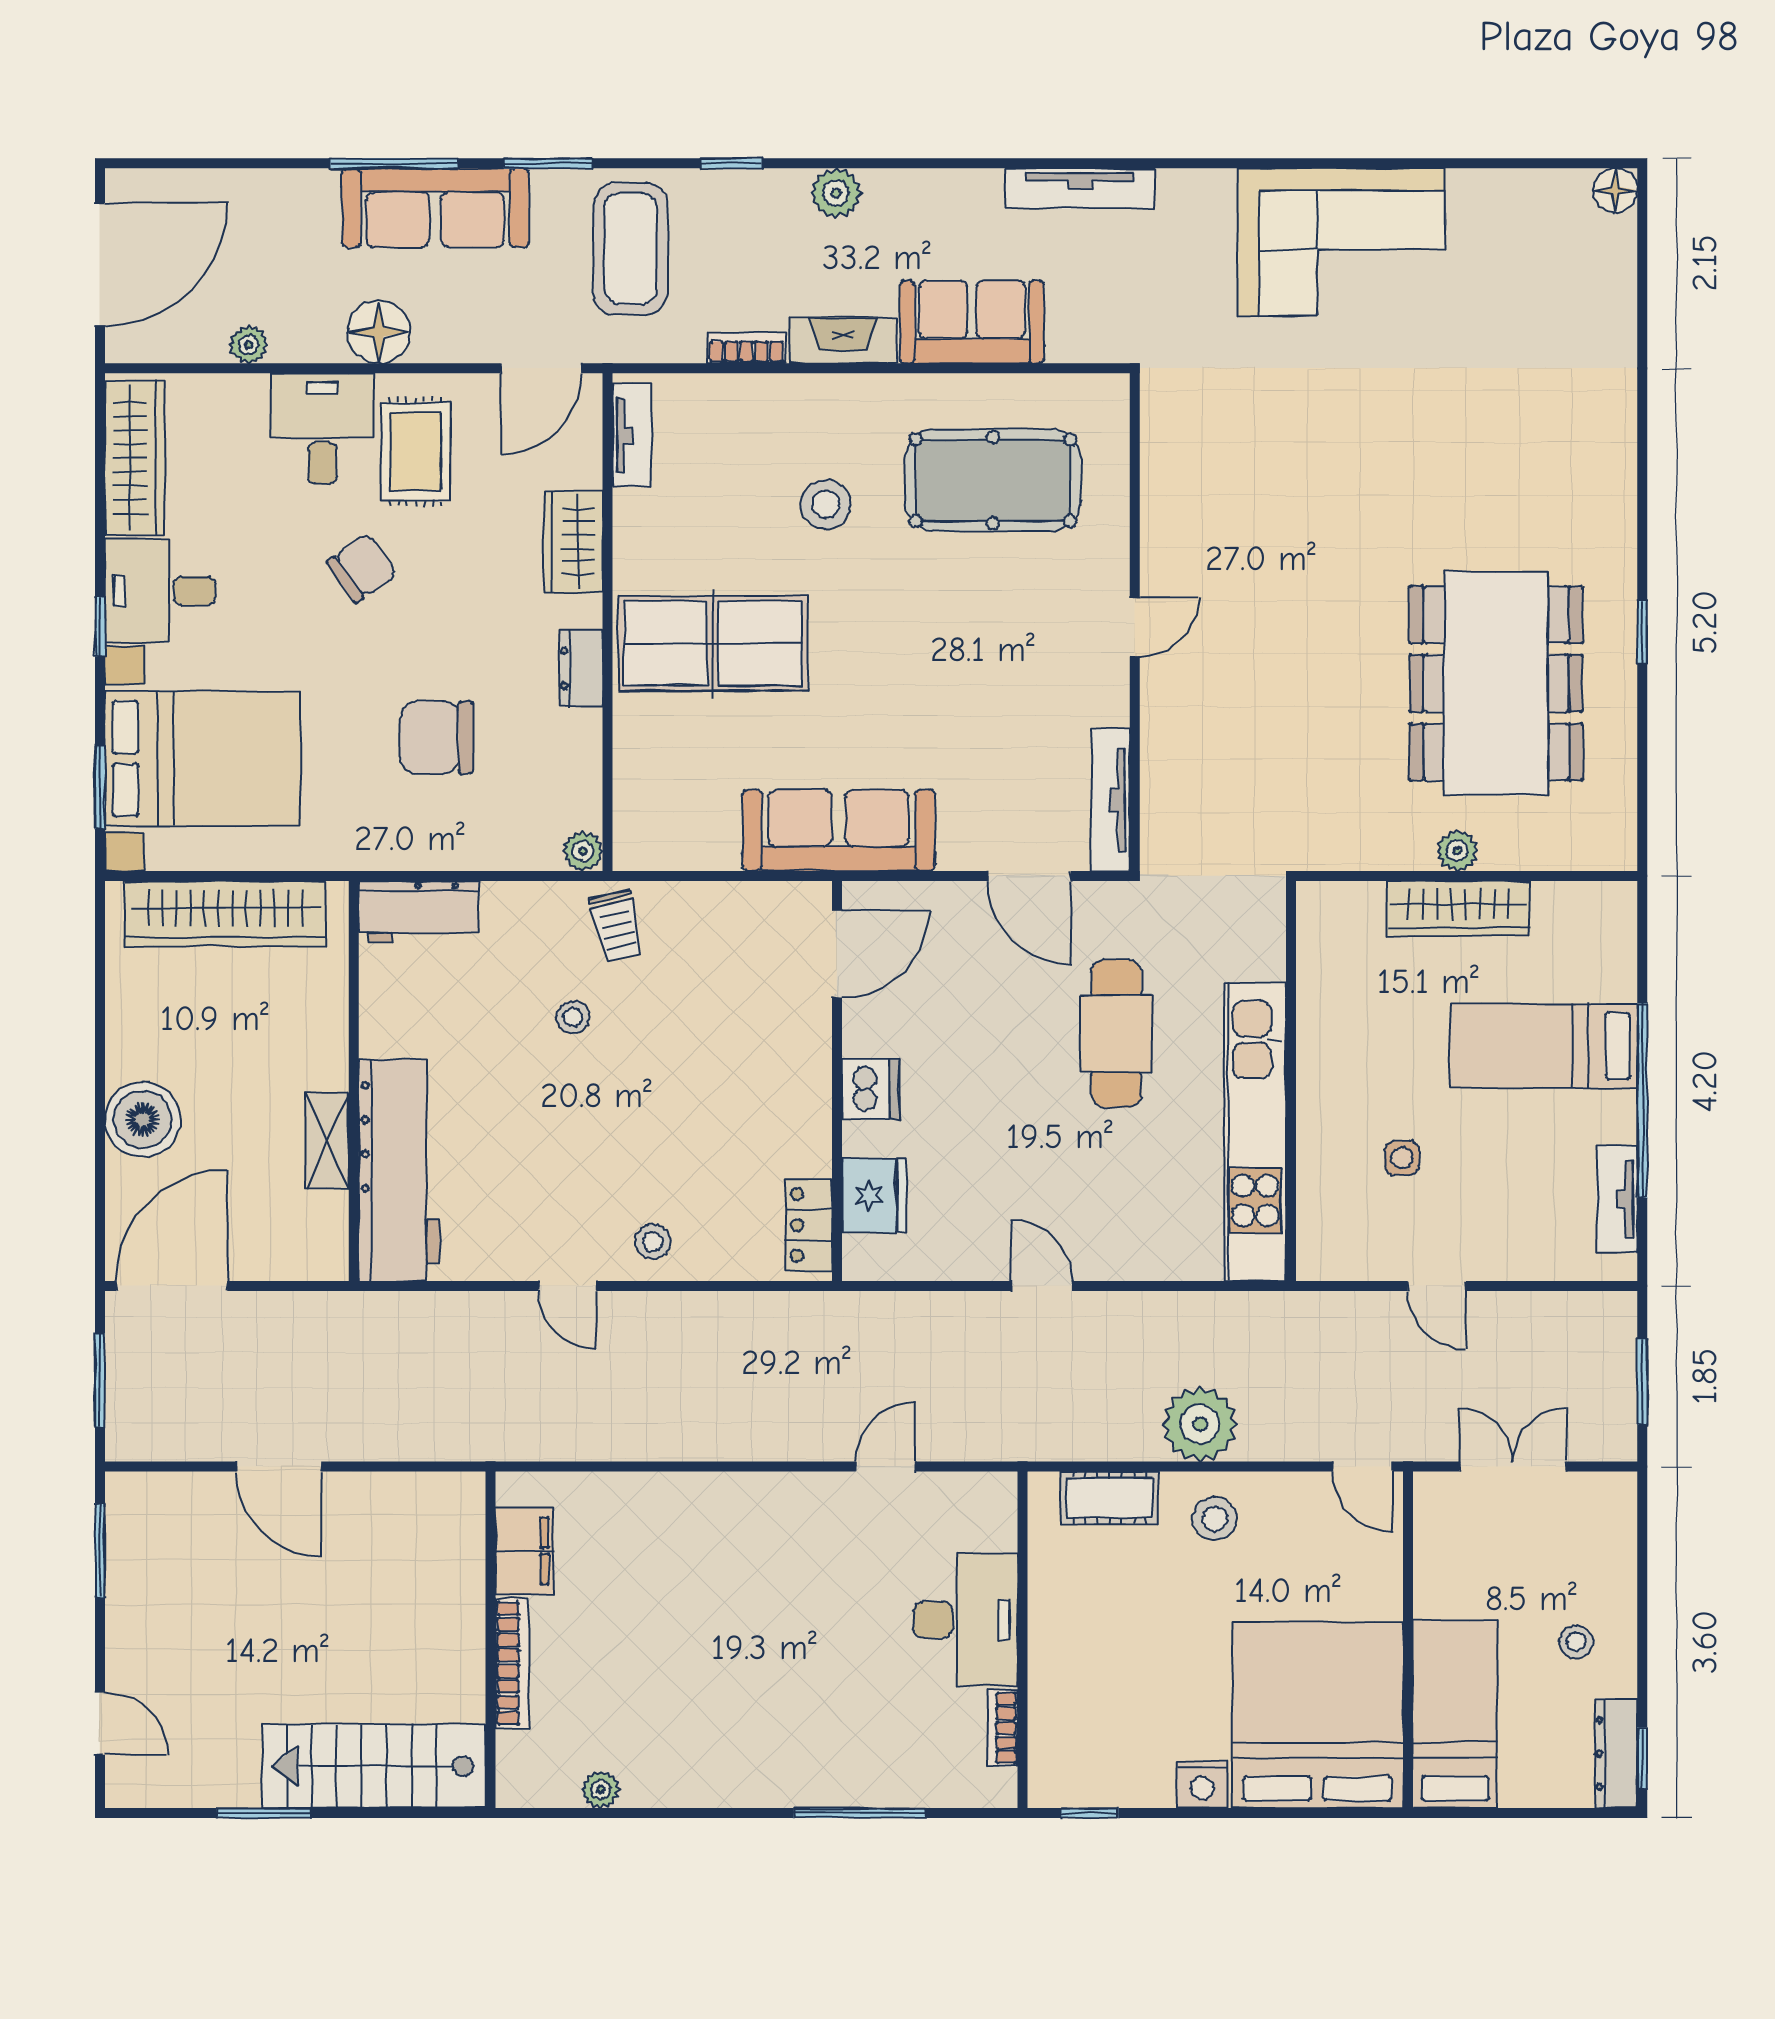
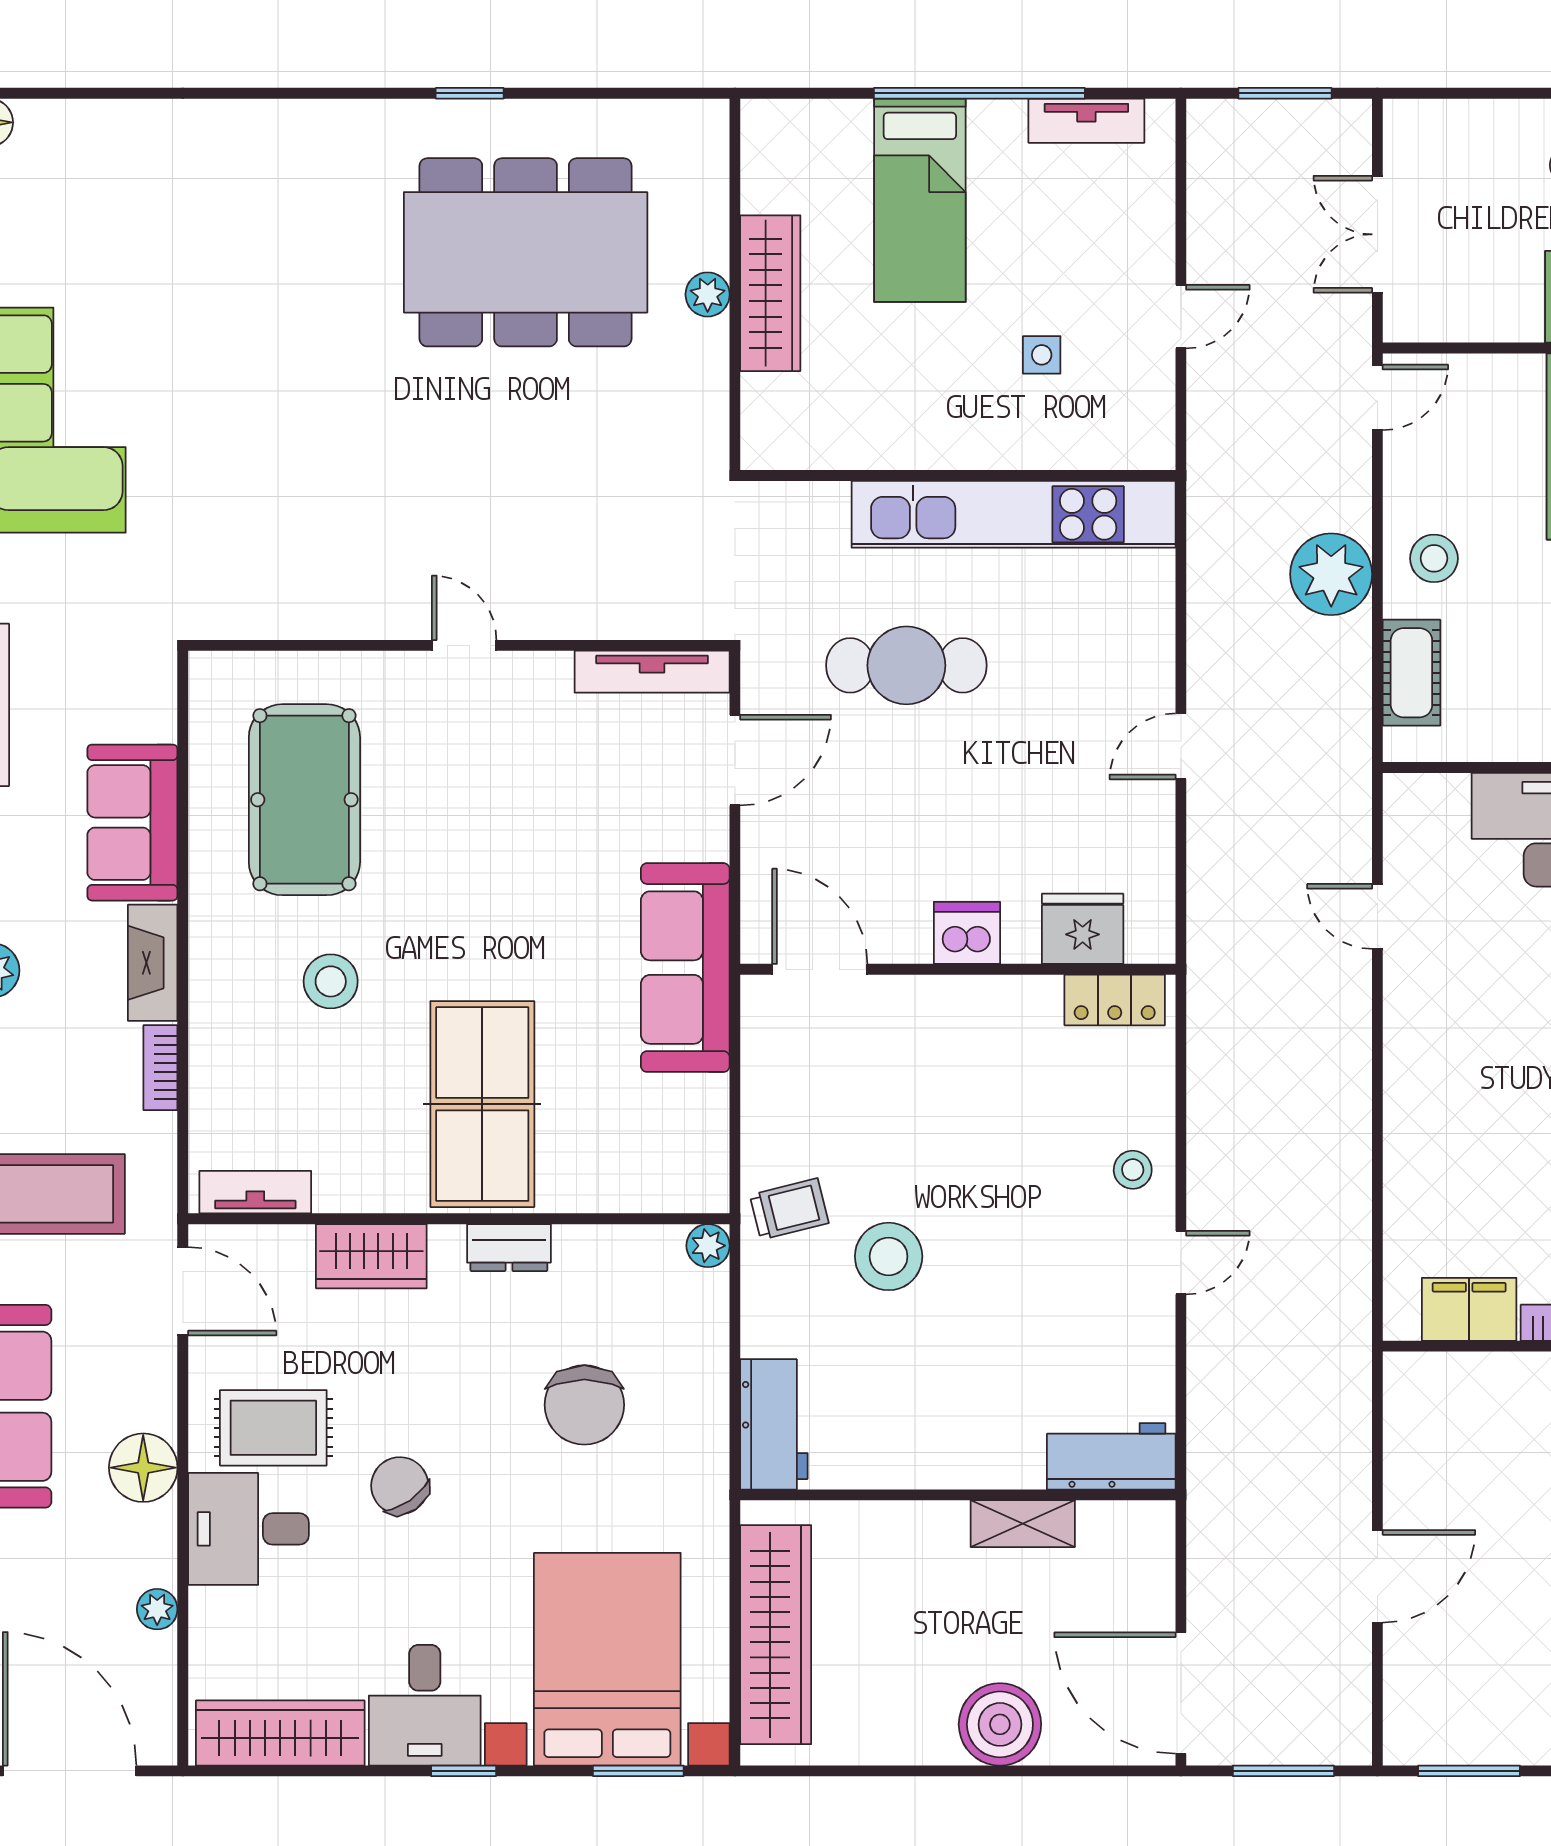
stool: (573, 1017) -> (889, 1256), width x1.89, depth x1.89
workbench: (399, 1170) -> (1111, 1456), width x0.53, depth x0.76

